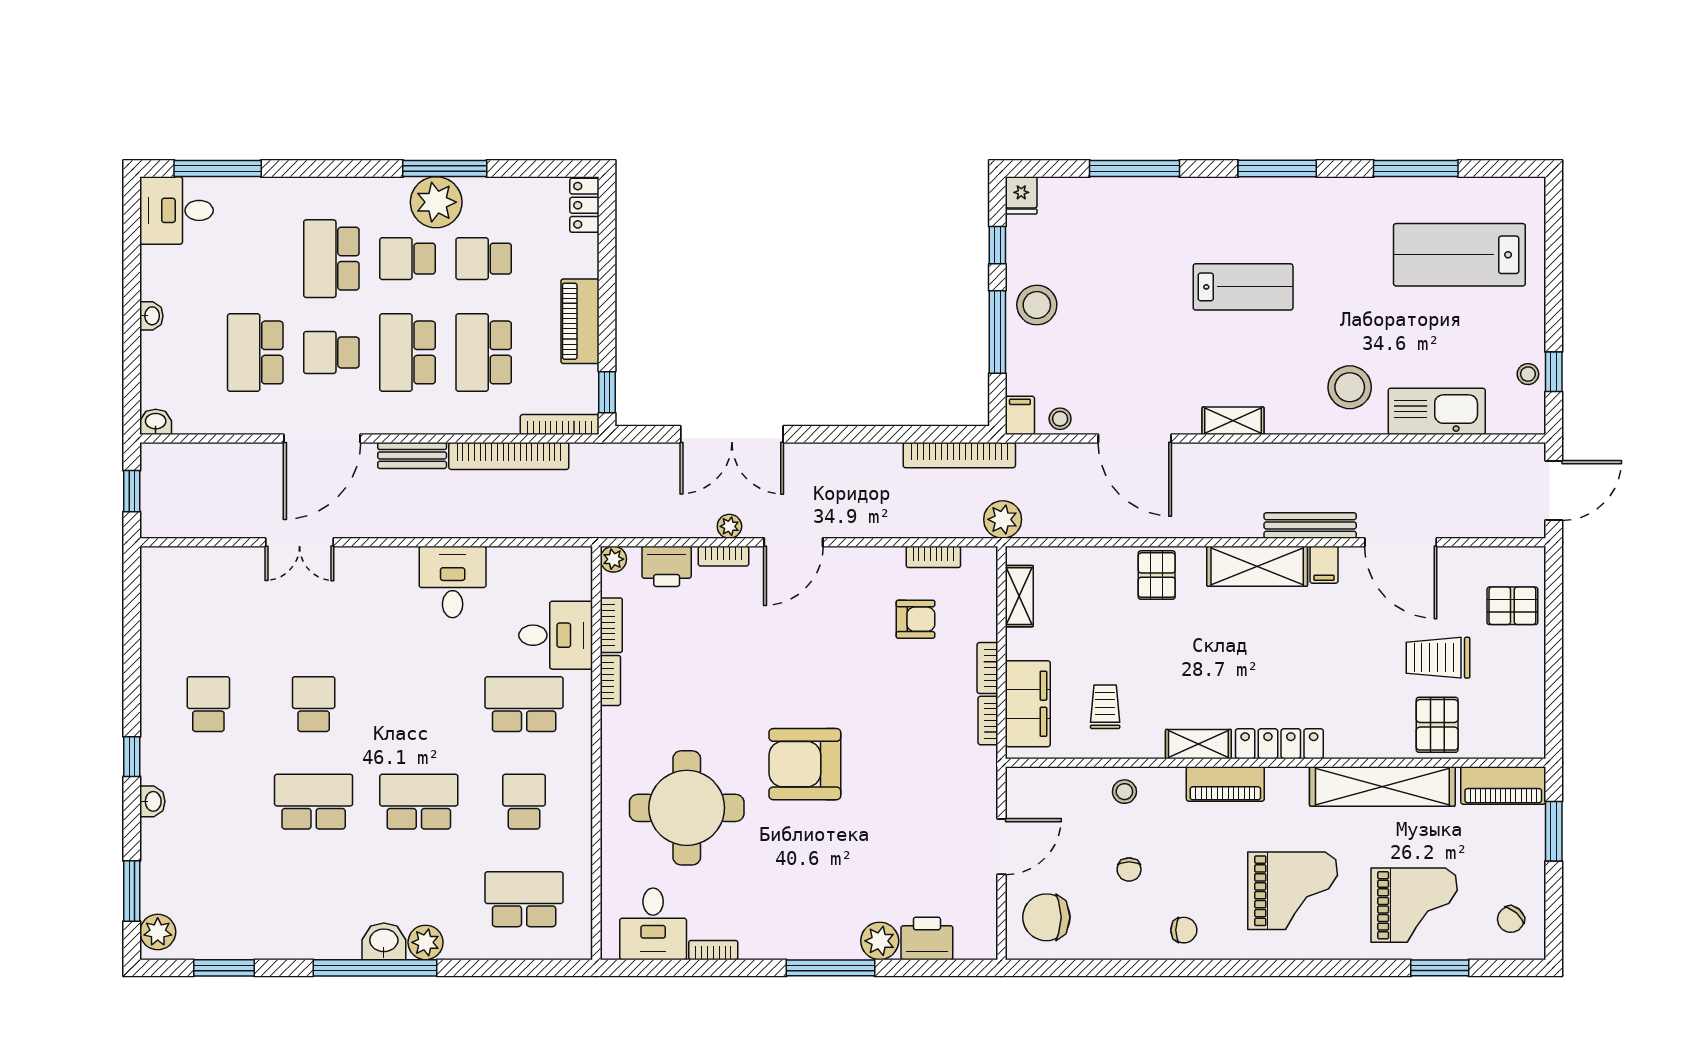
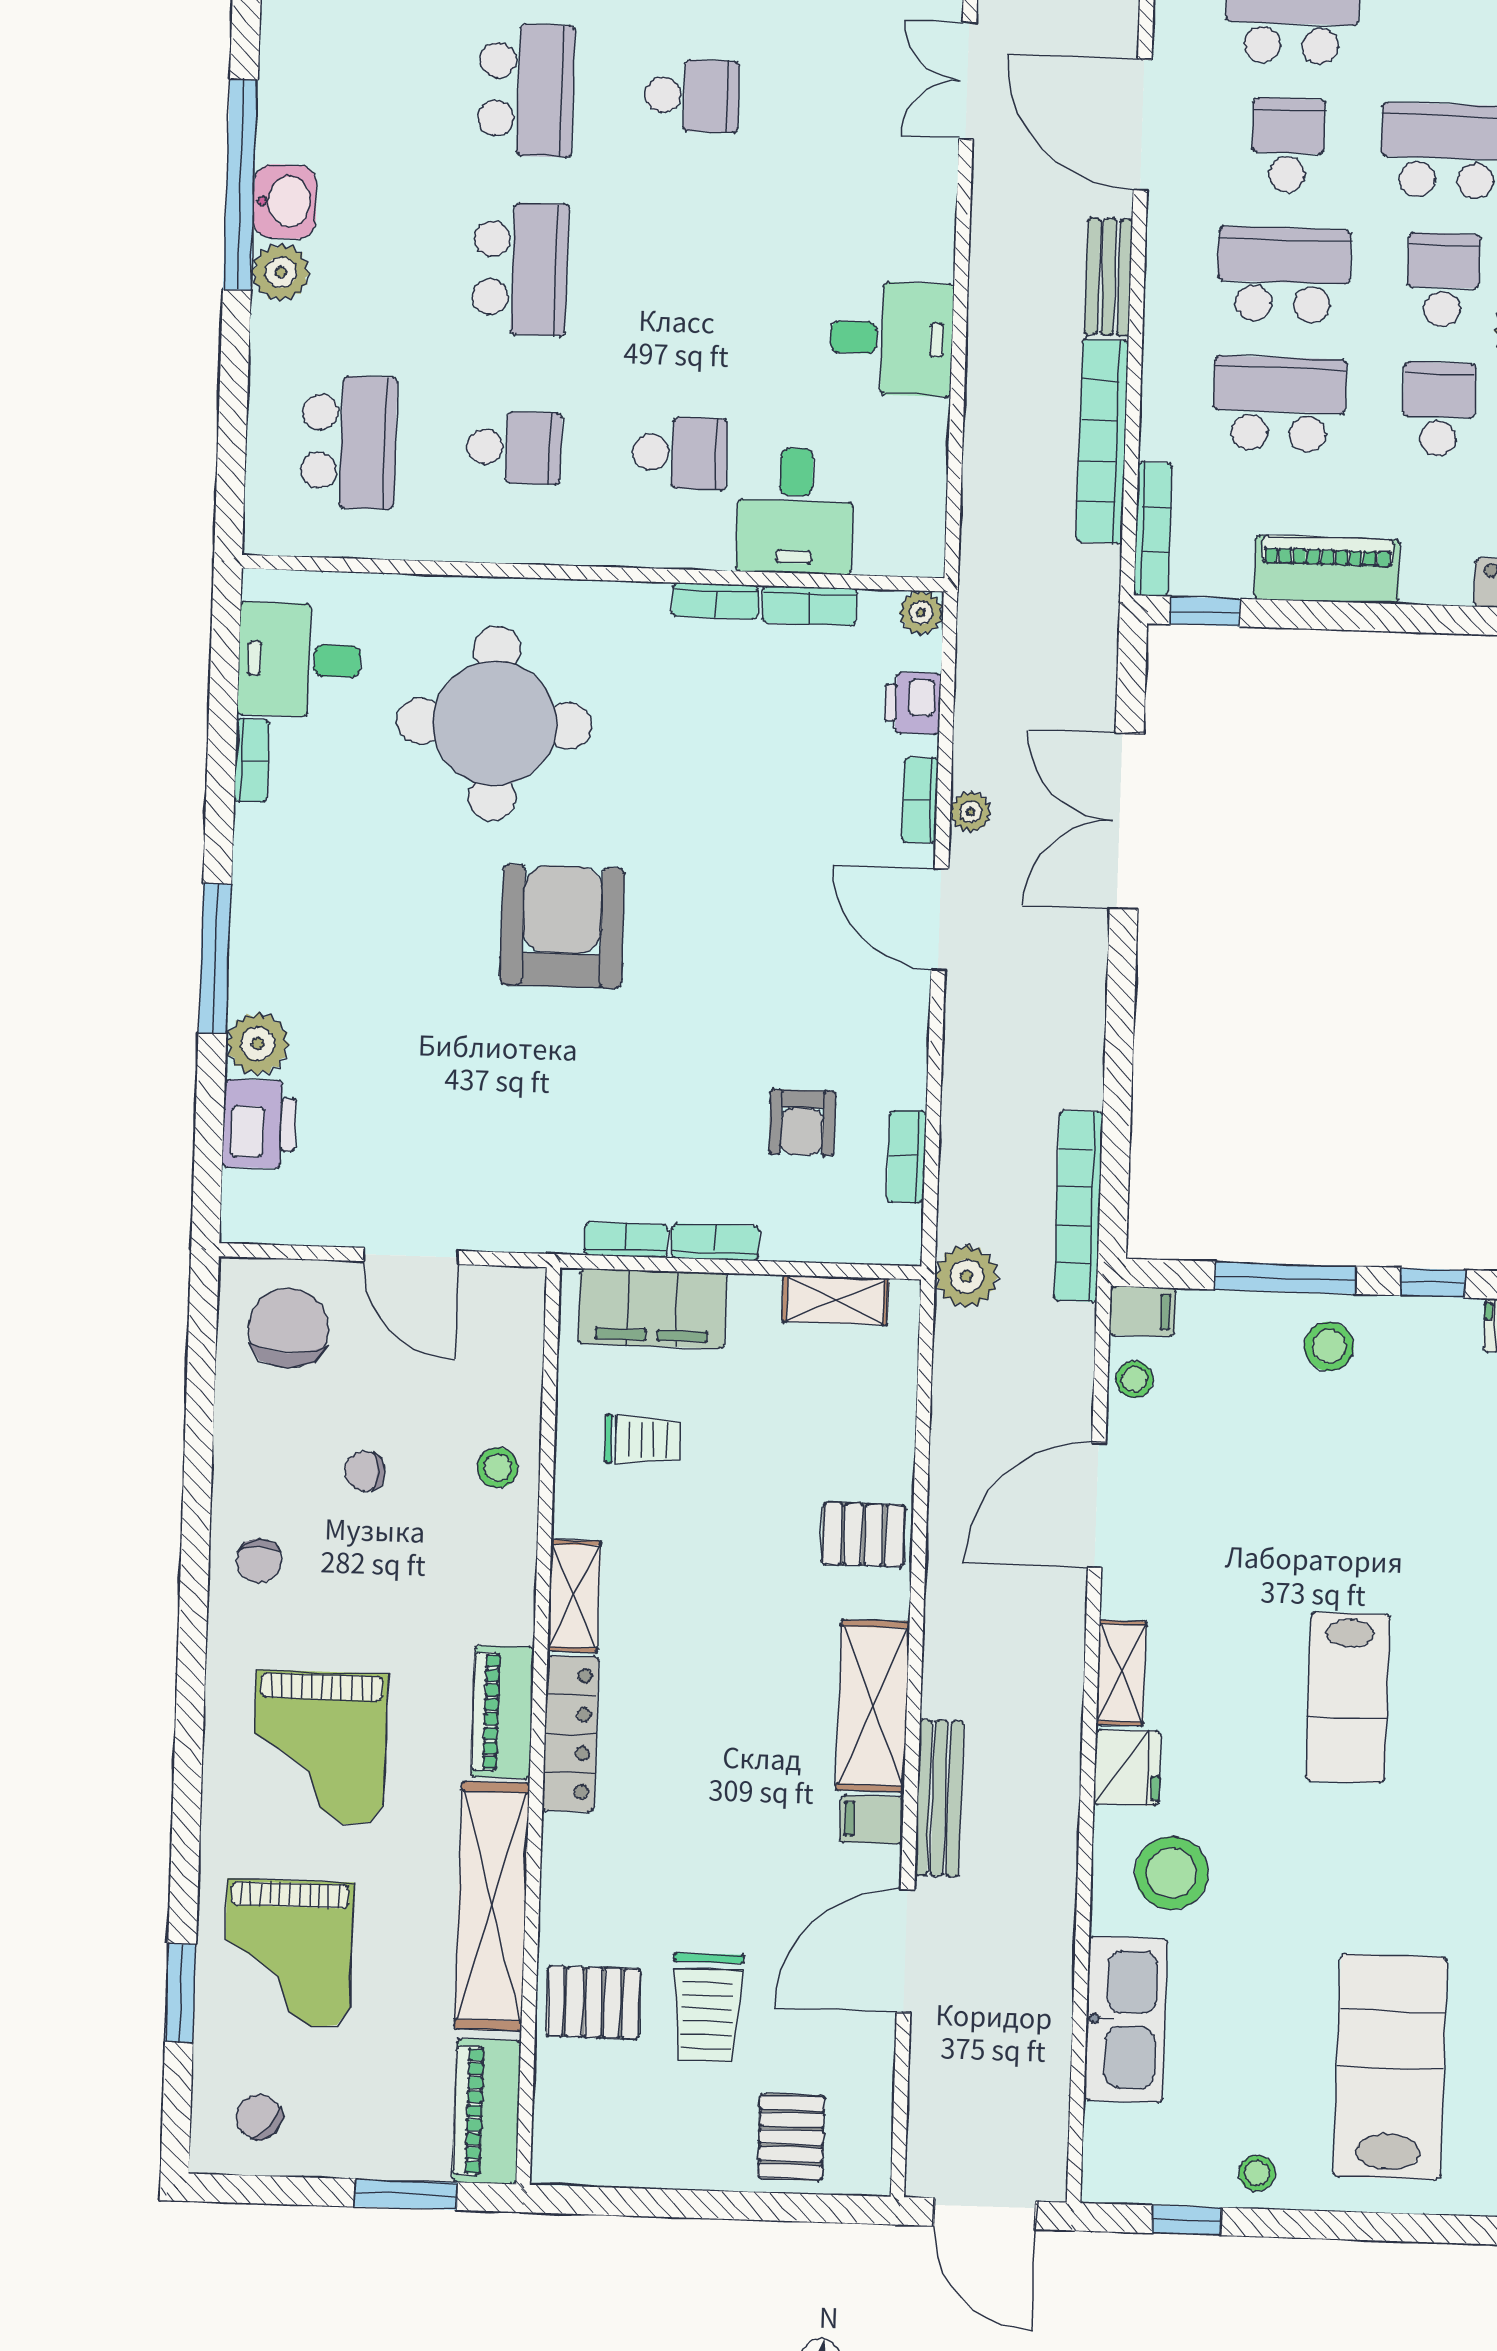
stool: (1037, 305) -> (1329, 1346), width x0.73, depth x0.73
stool: (1528, 374) -> (1257, 2173), moved
fridge: (1289, 415) -> (1127, 1768), added
printer: (667, 566) -> (913, 703), width x0.73, depth x0.81
trolley: (1438, 658) -> (707, 2008), turned 180
school desk: (524, 704) -> (680, 453), width x0.54
piano: (1225, 784) -> (503, 1712), moved

